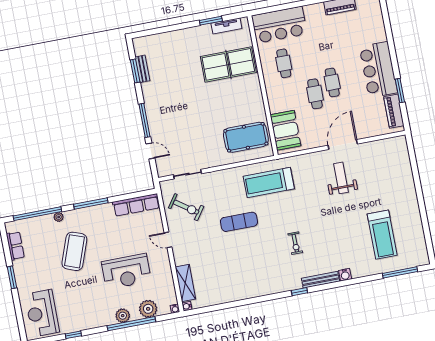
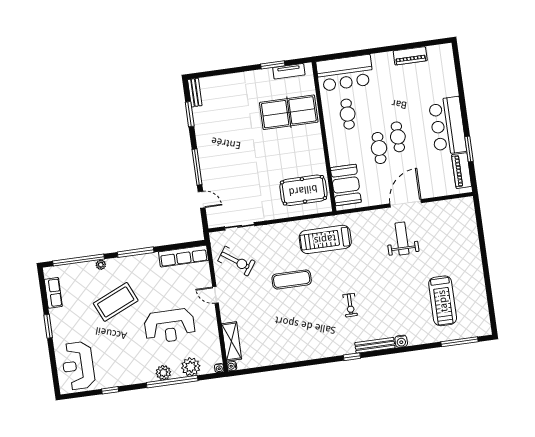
bench: (142, 69) -> (195, 93), moved
coffee table: (74, 251) -> (116, 302), turned 46

